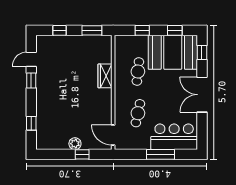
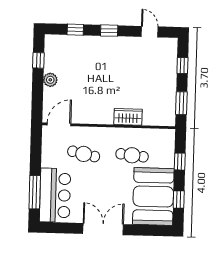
window: (202, 52) -> (152, 230), removed
window: (31, 80) -> (109, 31), moved
window: (82, 154) -> (38, 60), moved
window: (160, 154) -> (35, 192), moved

